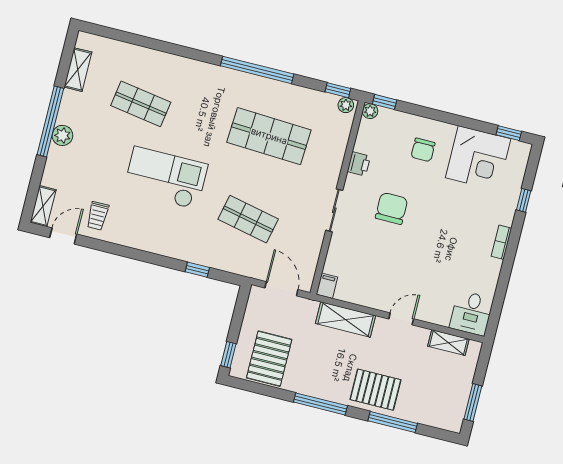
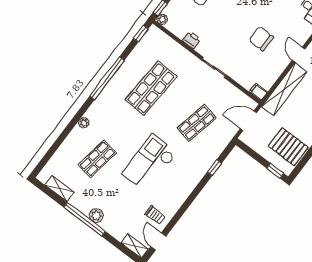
plant: (346, 105) -> (84, 123), moved
chair: (392, 208) -> (261, 39), moved
shelving: (346, 319) -> (284, 89), width x1.47

